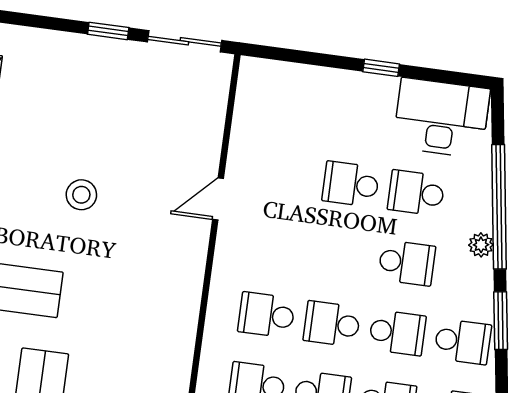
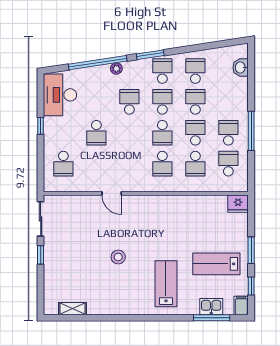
school desk: (416, 193) -> (63, 164), moved

